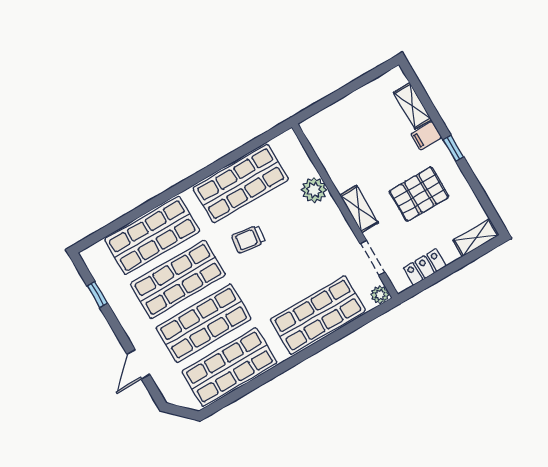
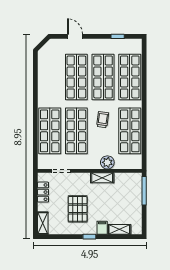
window: (325, 102) -> (144, 191), added
shelving: (359, 209) -> (102, 178), moved
plant: (380, 295) -> (42, 164), removed
shop shelf: (229, 367) -> (76, 131), moved

